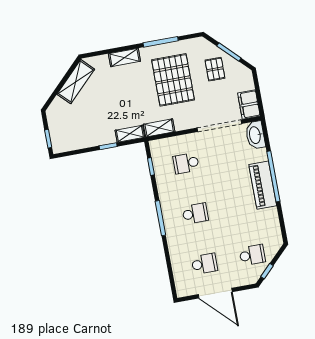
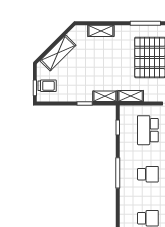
shelving: (124, 57) -> (101, 31), moved
shelving: (76, 82) -> (58, 53), moved
trolley: (62, 134) -> (47, 86), added
school desk: (186, 163) -> (148, 130), width x1.85

